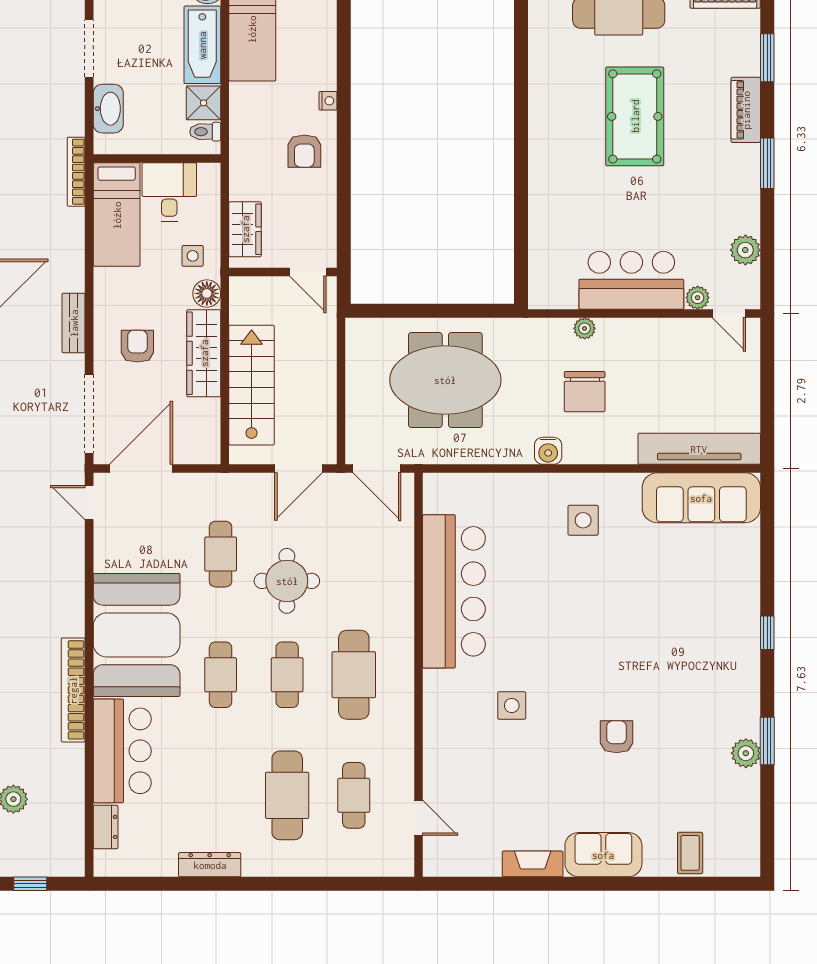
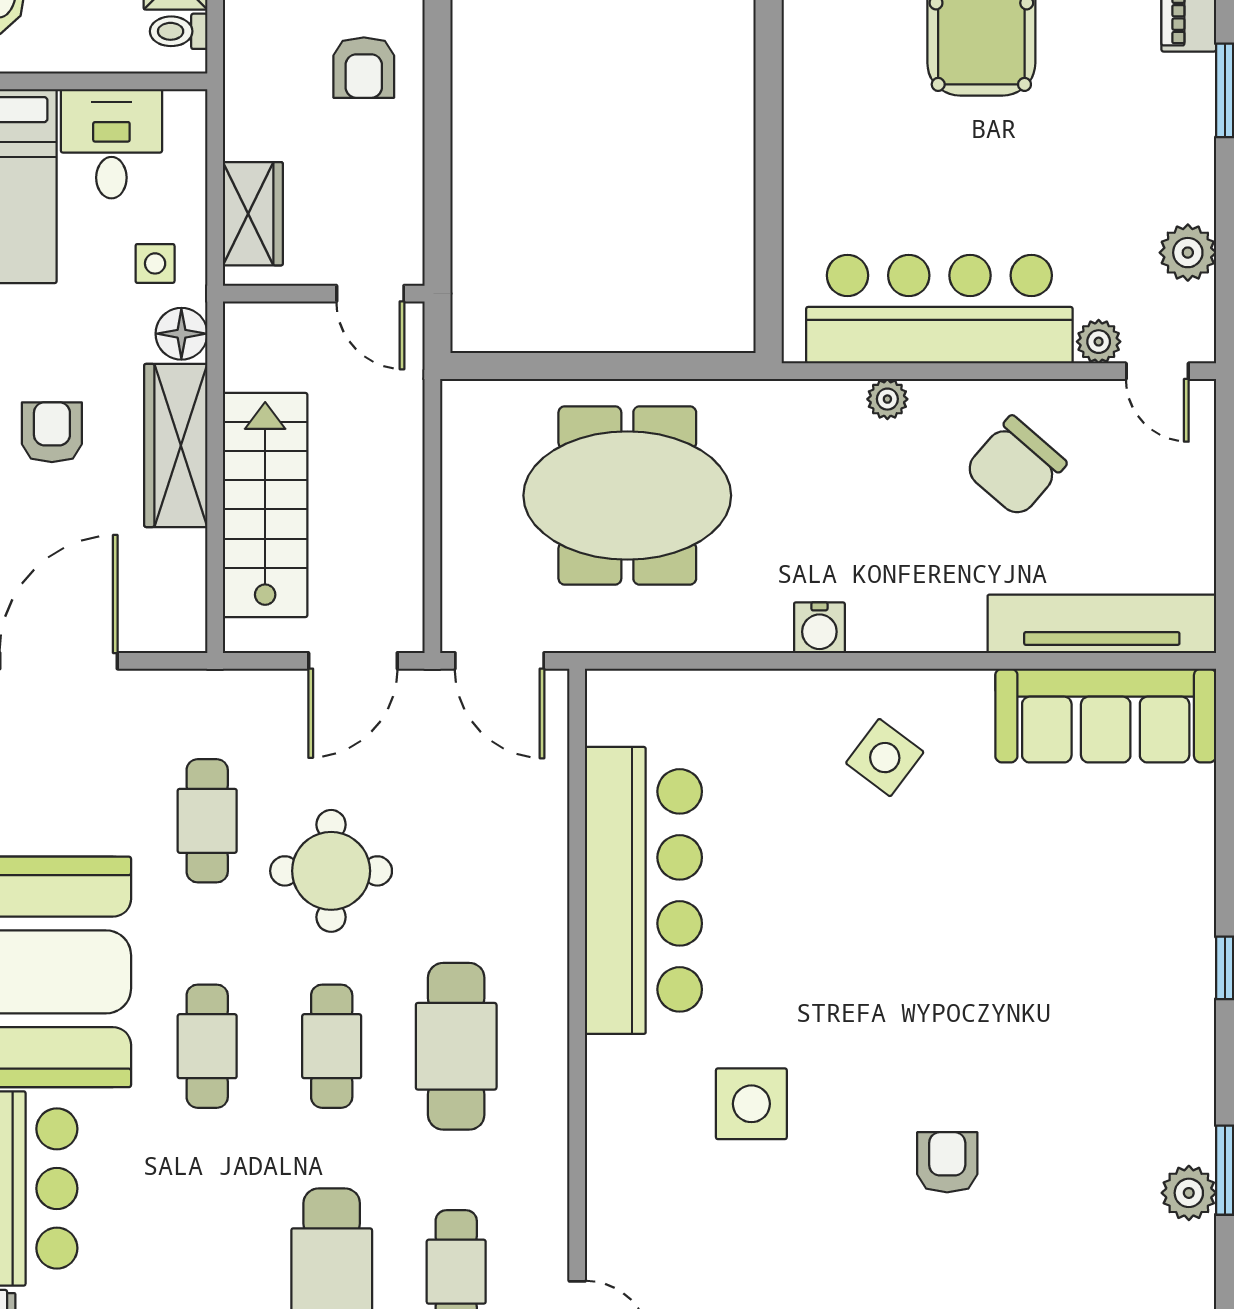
bar counter: (631, 280) -> (939, 309), width x1.36
chair: (585, 392) -> (1015, 467), moved, turned 41
side table: (583, 520) -> (885, 758), turned 37
side table: (512, 706) -> (751, 1104), width x1.37, depth x1.37

